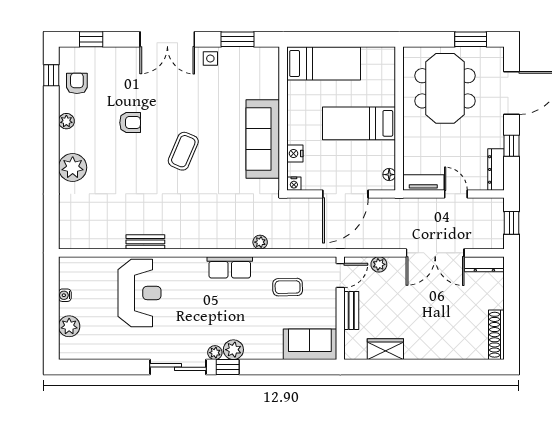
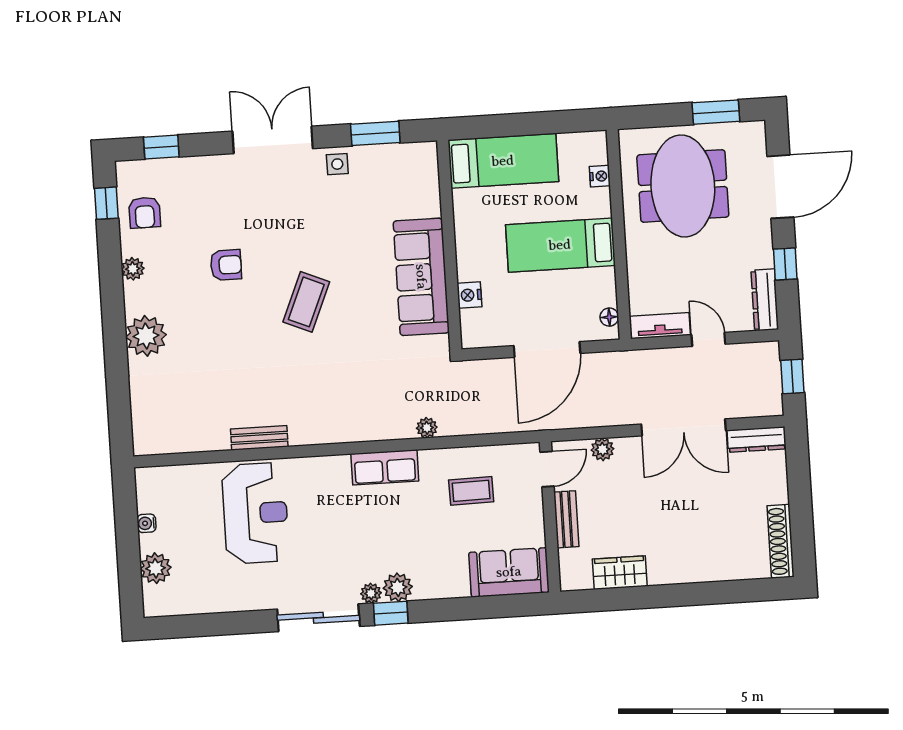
double door: (167, 39) -> (273, 140), swing flipped
armchair: (77, 83) -> (145, 213), turned 180
nightstand: (294, 184) -> (600, 176), moved, turned -90

